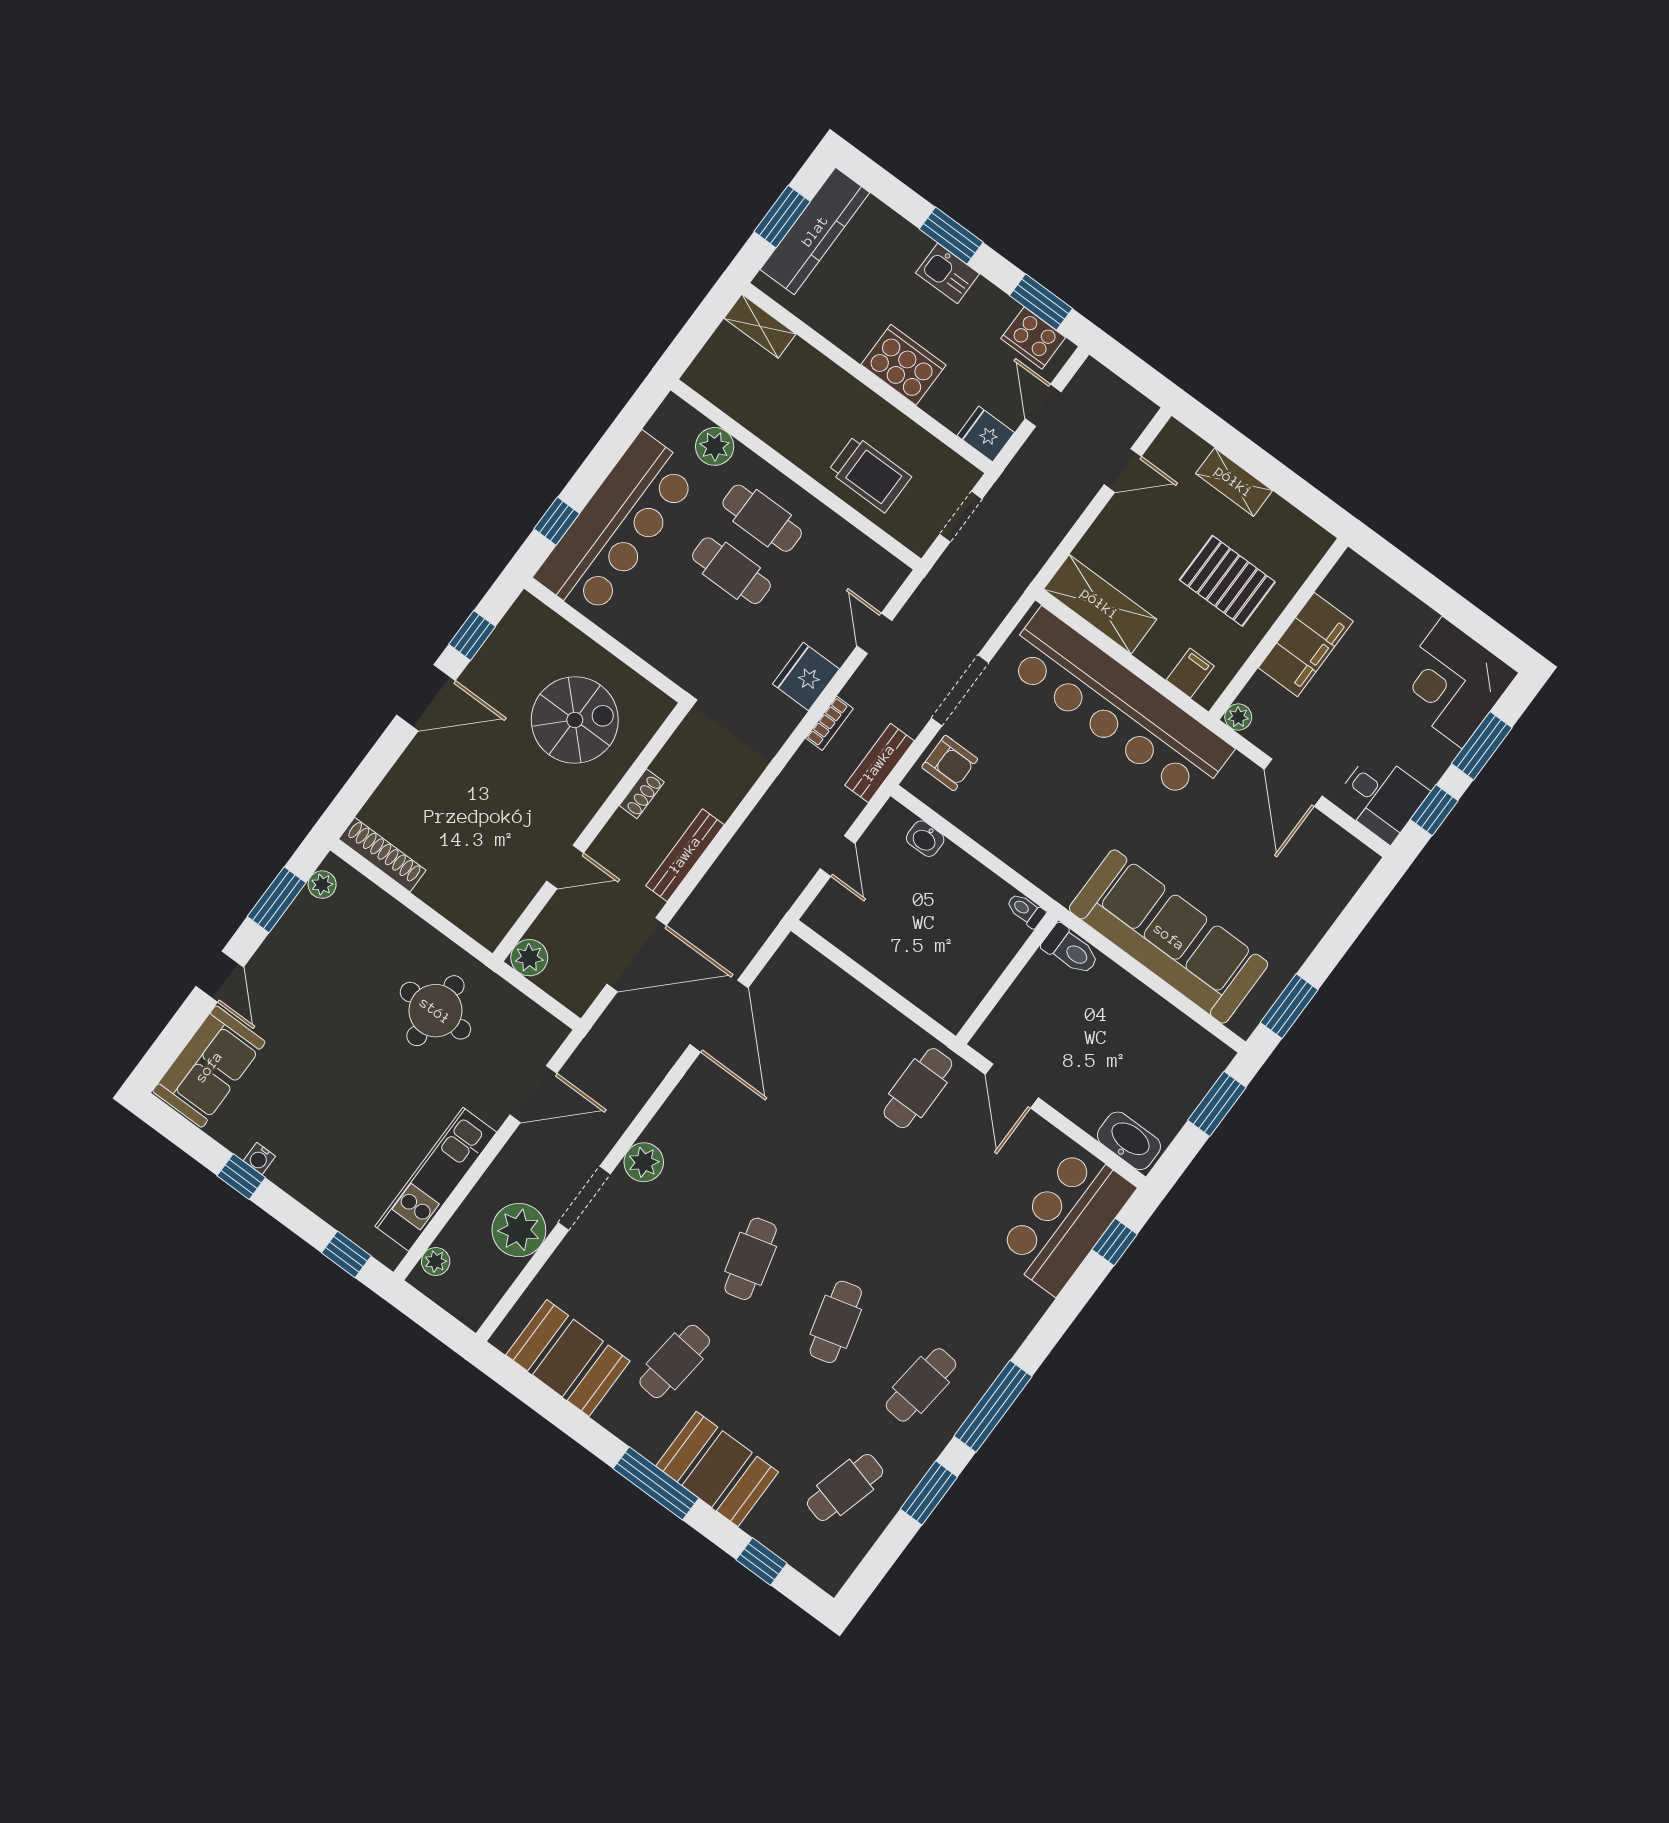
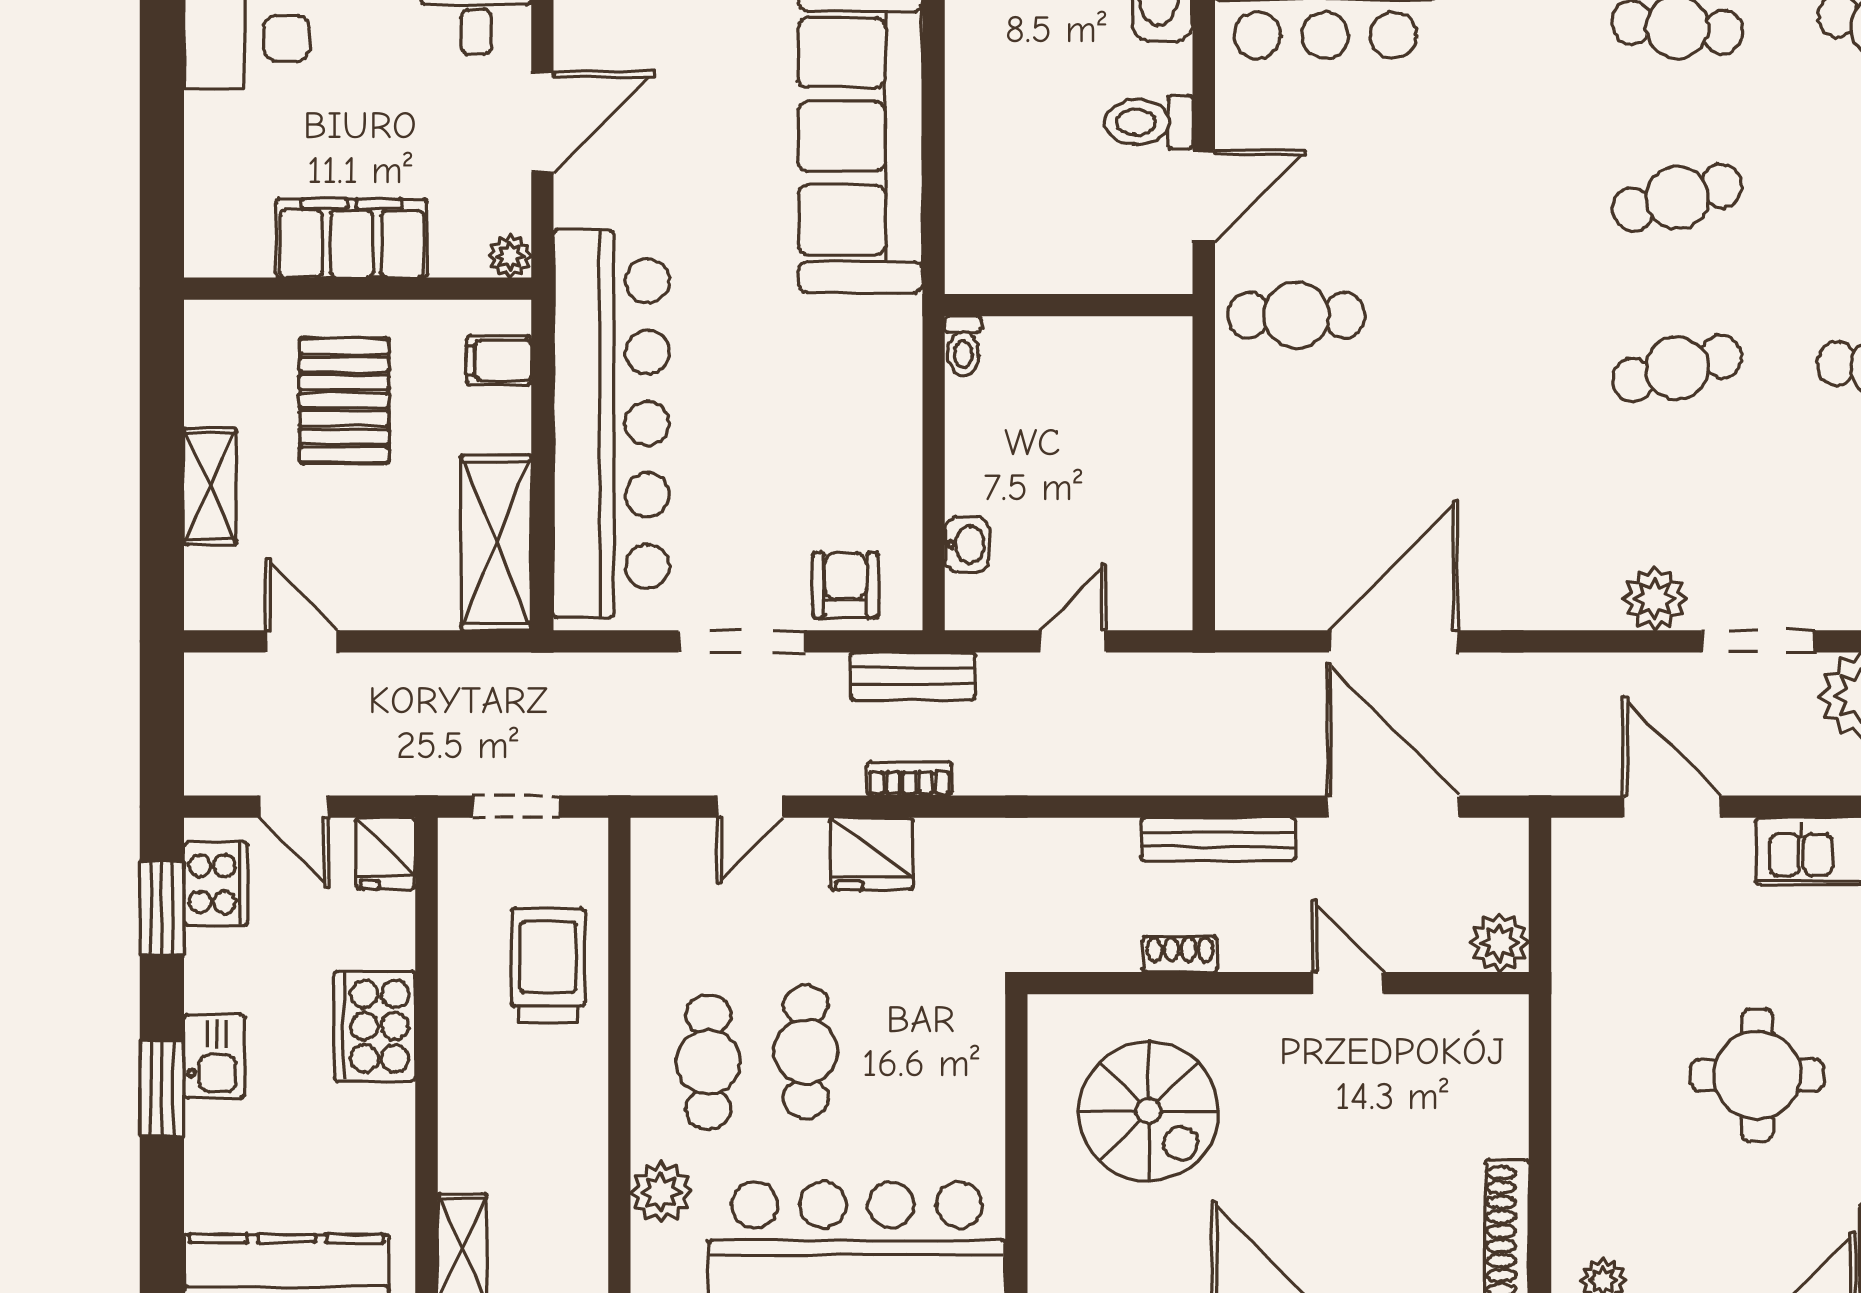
door: (1043, 405) -> (294, 807), hinge flipped
spiral stairs: (575, 720) -> (1149, 1111), turned 180
toilet: (1071, 950) -> (1149, 122), moved, turned -90
round table: (435, 1011) -> (1757, 1075), moved

